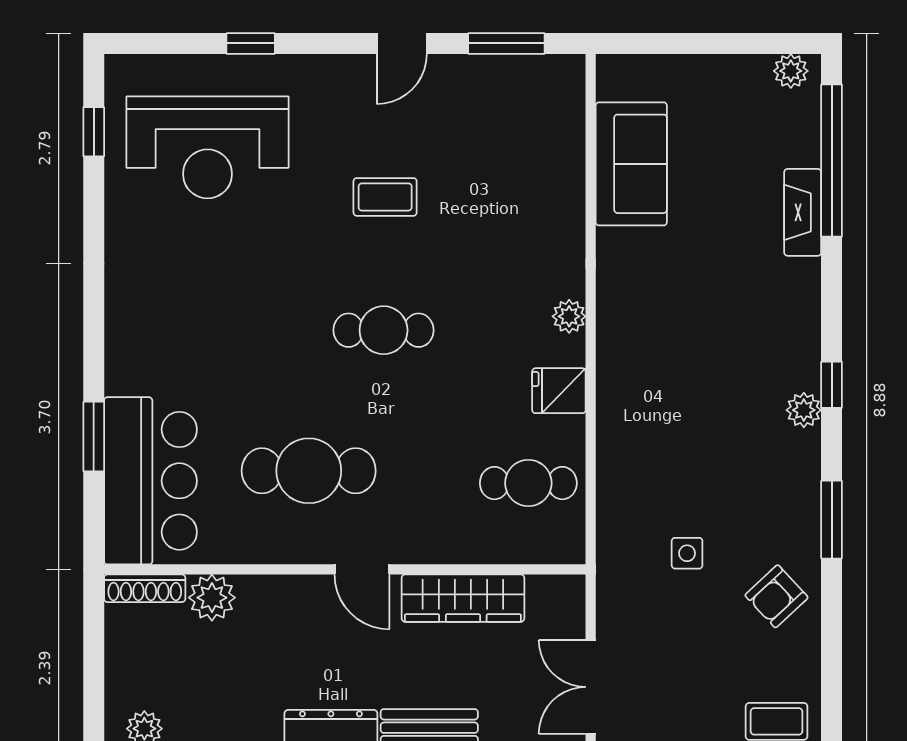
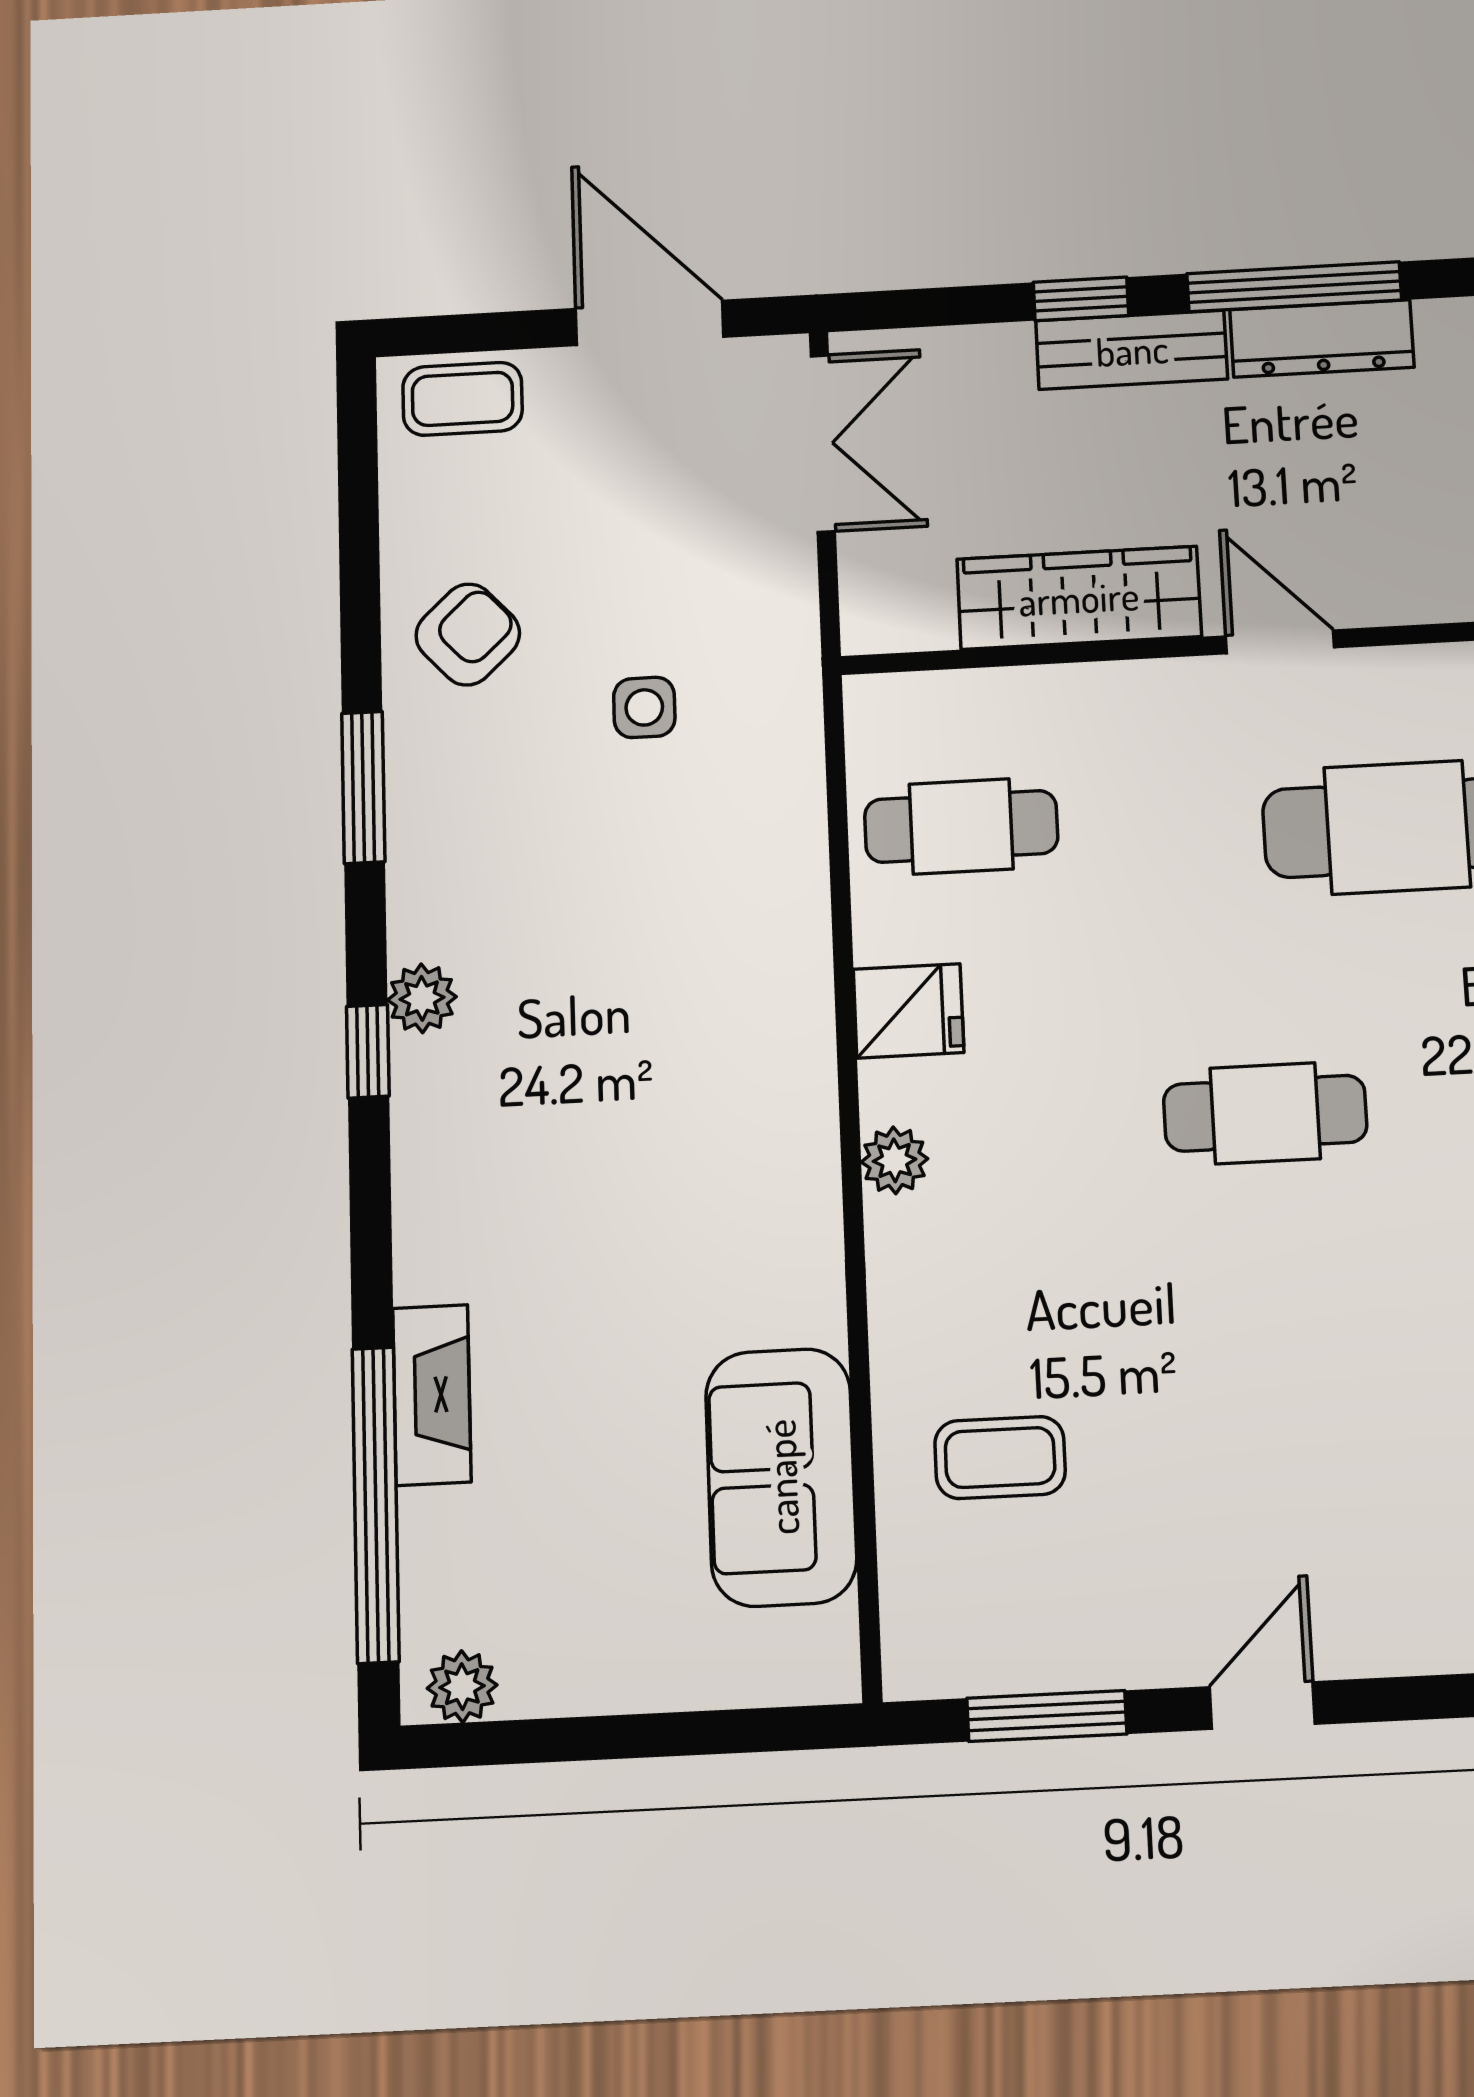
coffee table: (385, 197) -> (1000, 1458), moved

